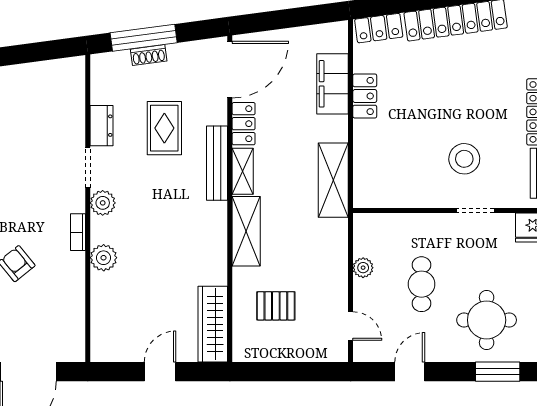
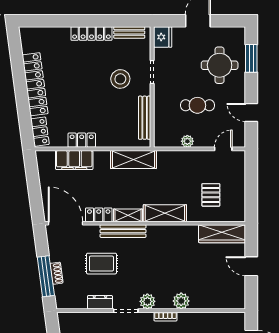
bench: (401, 198) -> (145, 118), added

